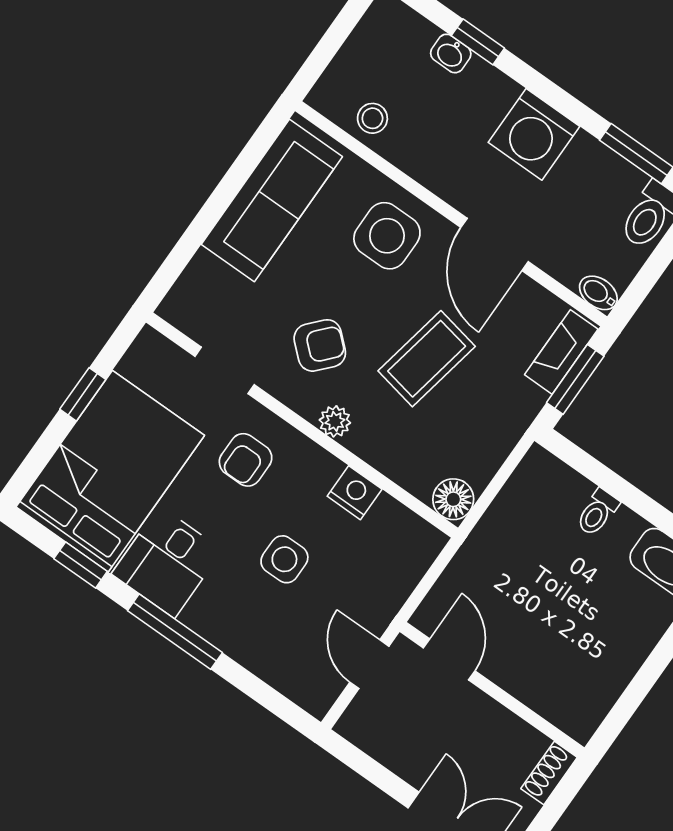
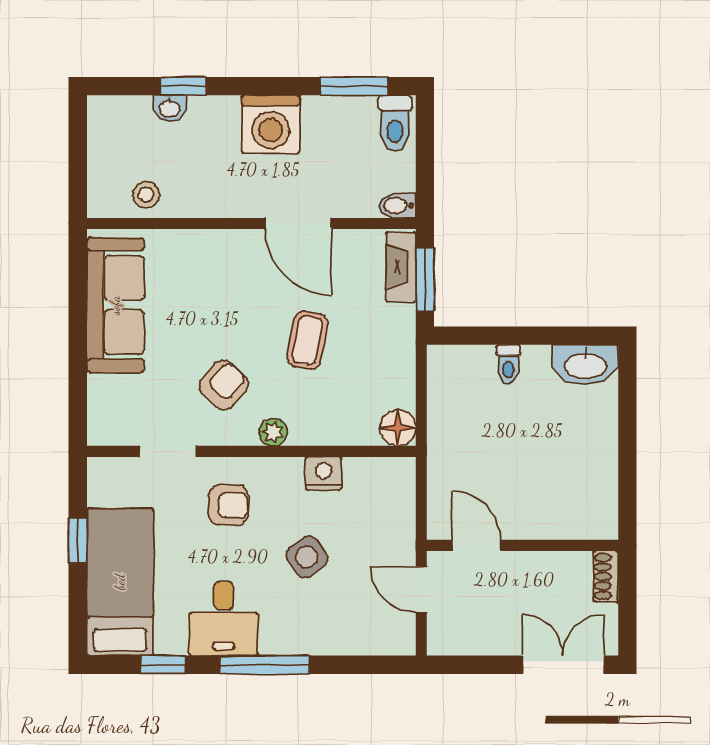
side table: (387, 236) -> (216, 272), removed
coffee table: (427, 359) -> (307, 340), width x0.73, depth x0.77
armchair: (246, 460) -> (228, 505), turned -89
bed: (110, 471) -> (120, 582), width x0.67
side table: (284, 559) -> (307, 557), turned -35

